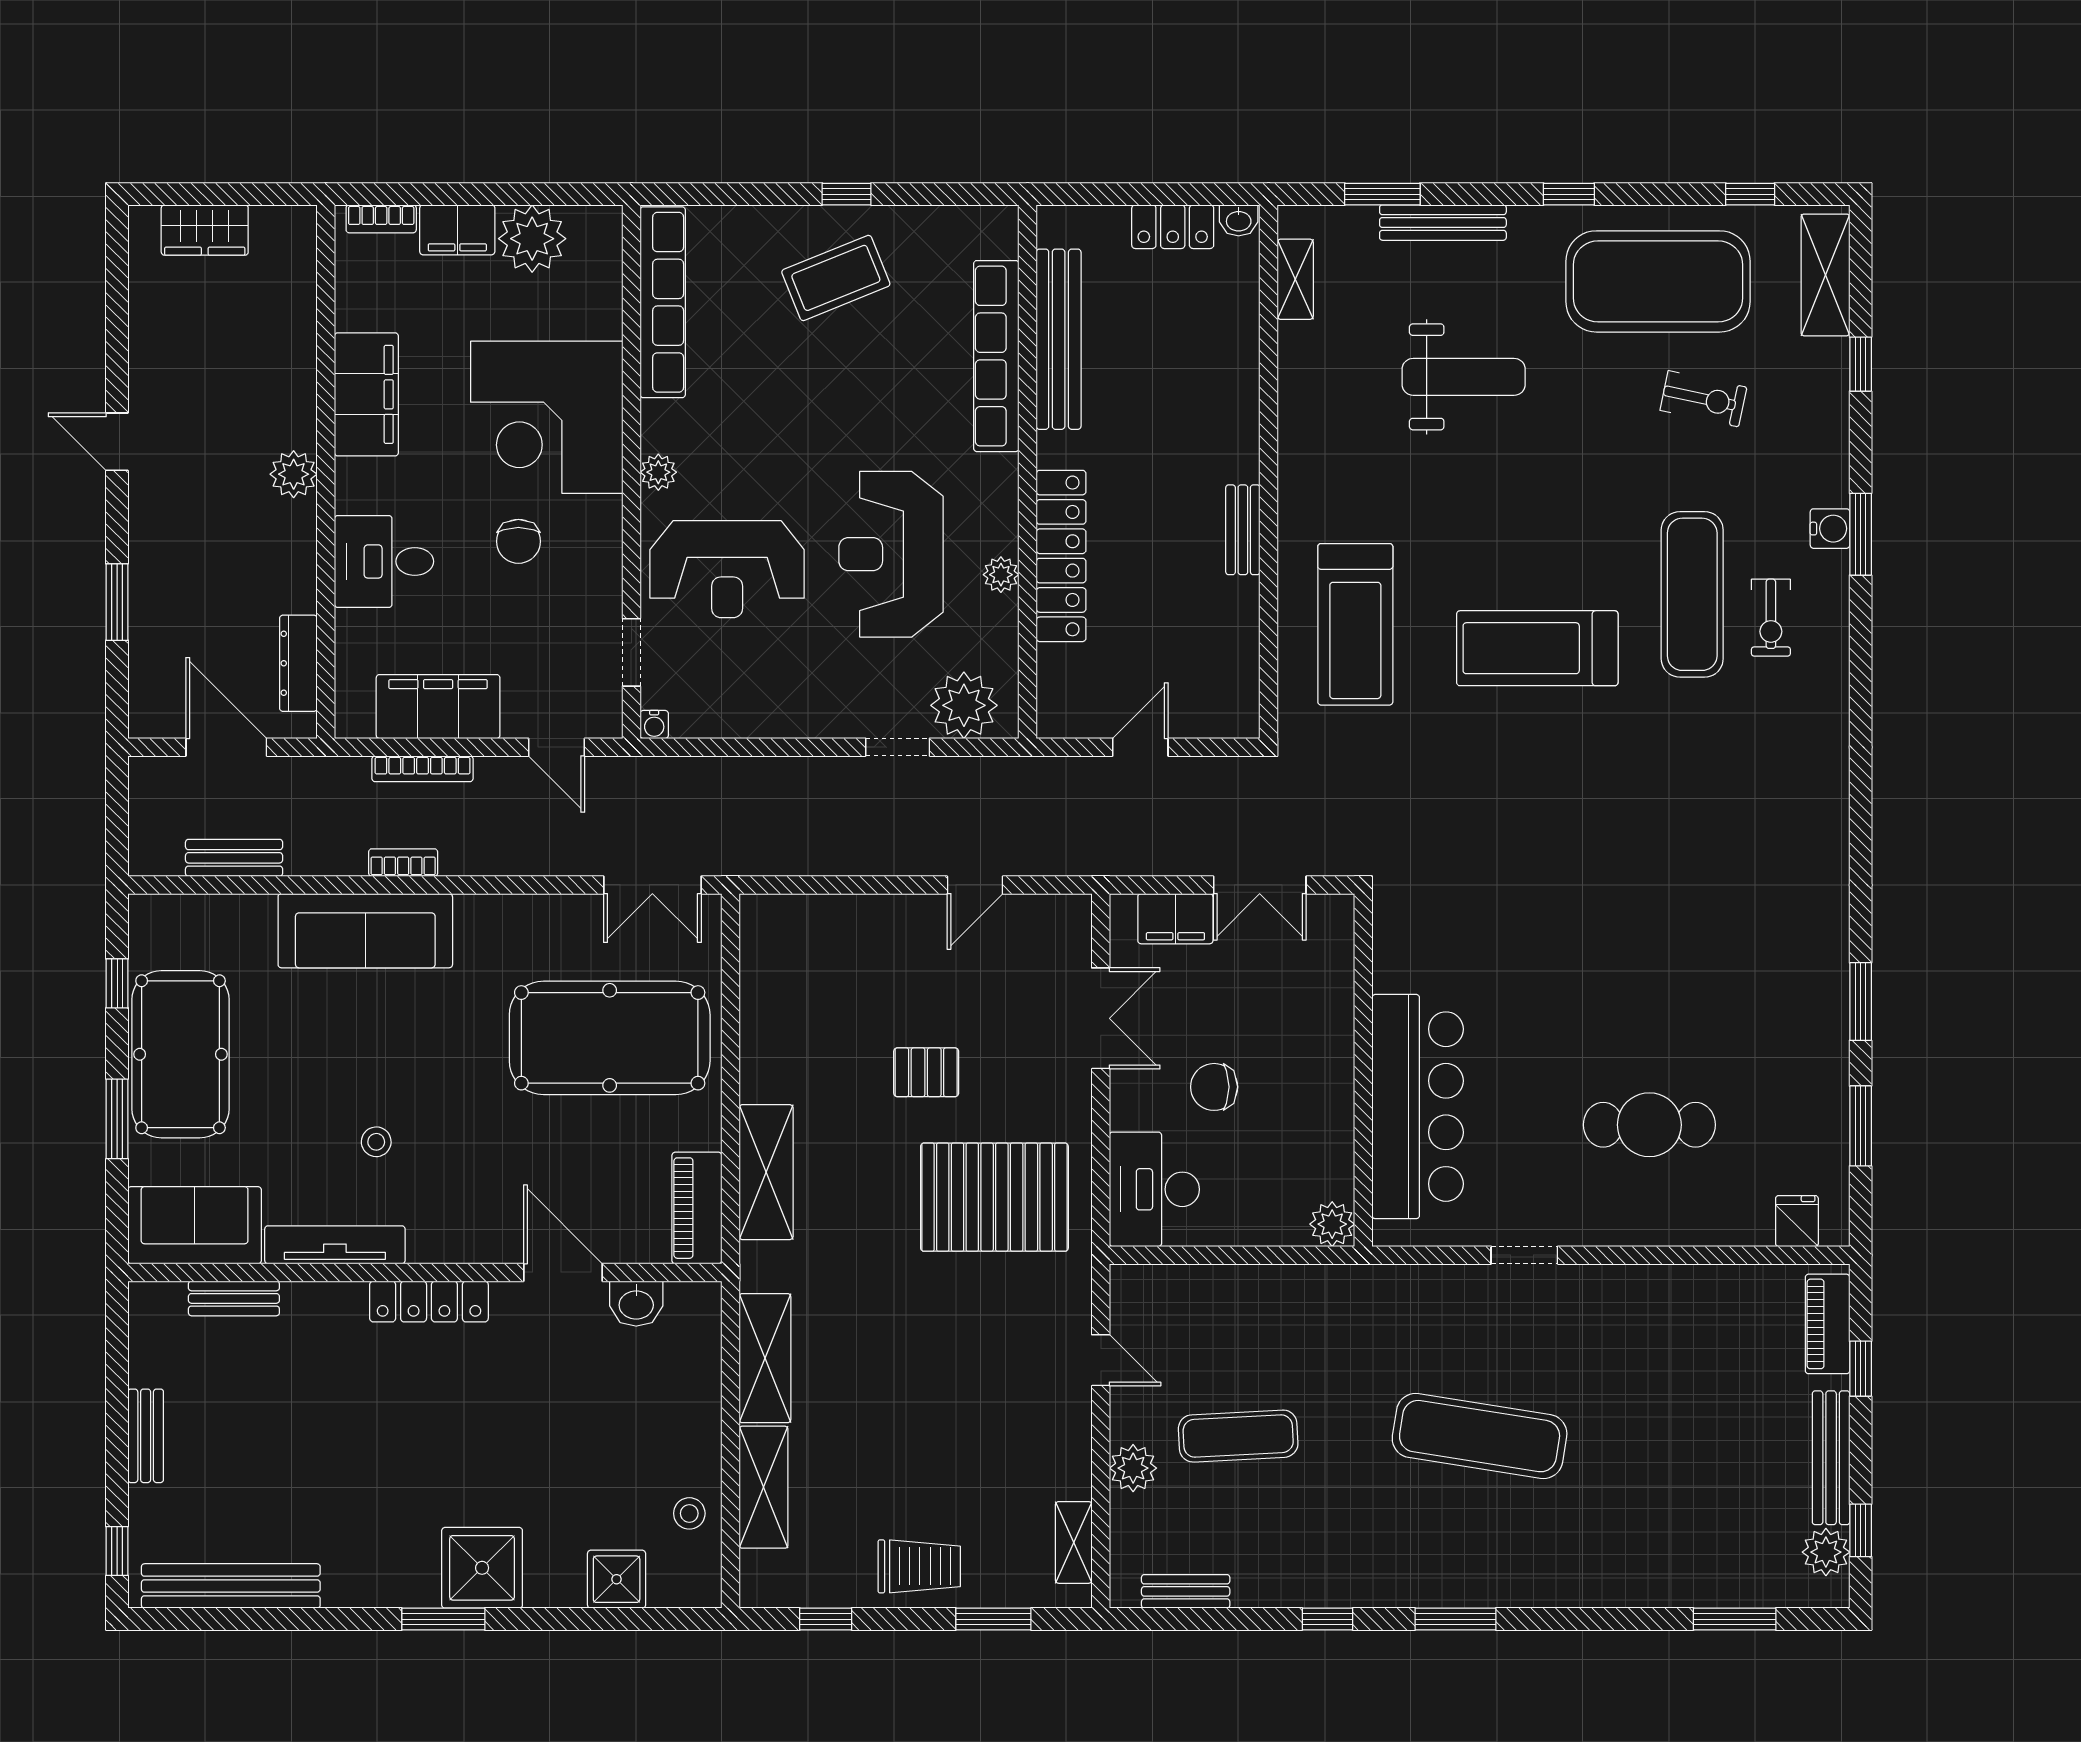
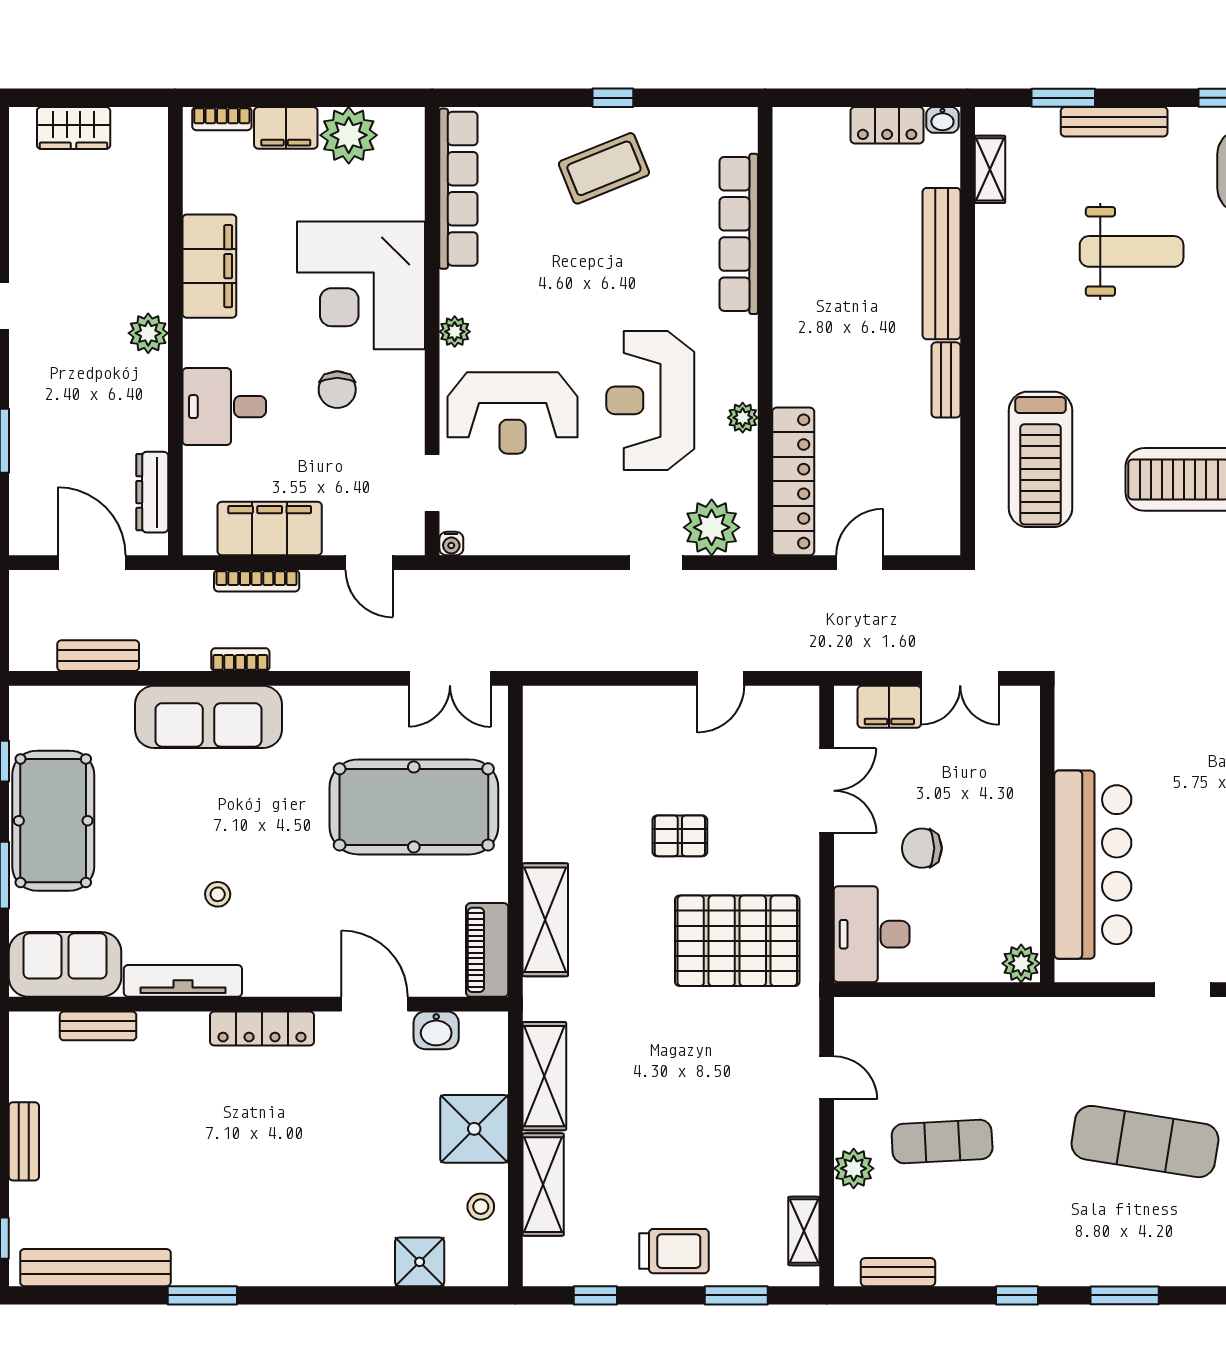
bench: (1059, 339) -> (942, 264), moved
locker: (1061, 556) -> (793, 481), moved
shower: (482, 1568) -> (474, 1129), moved
window: (443, 1619) -> (202, 1295), moved

